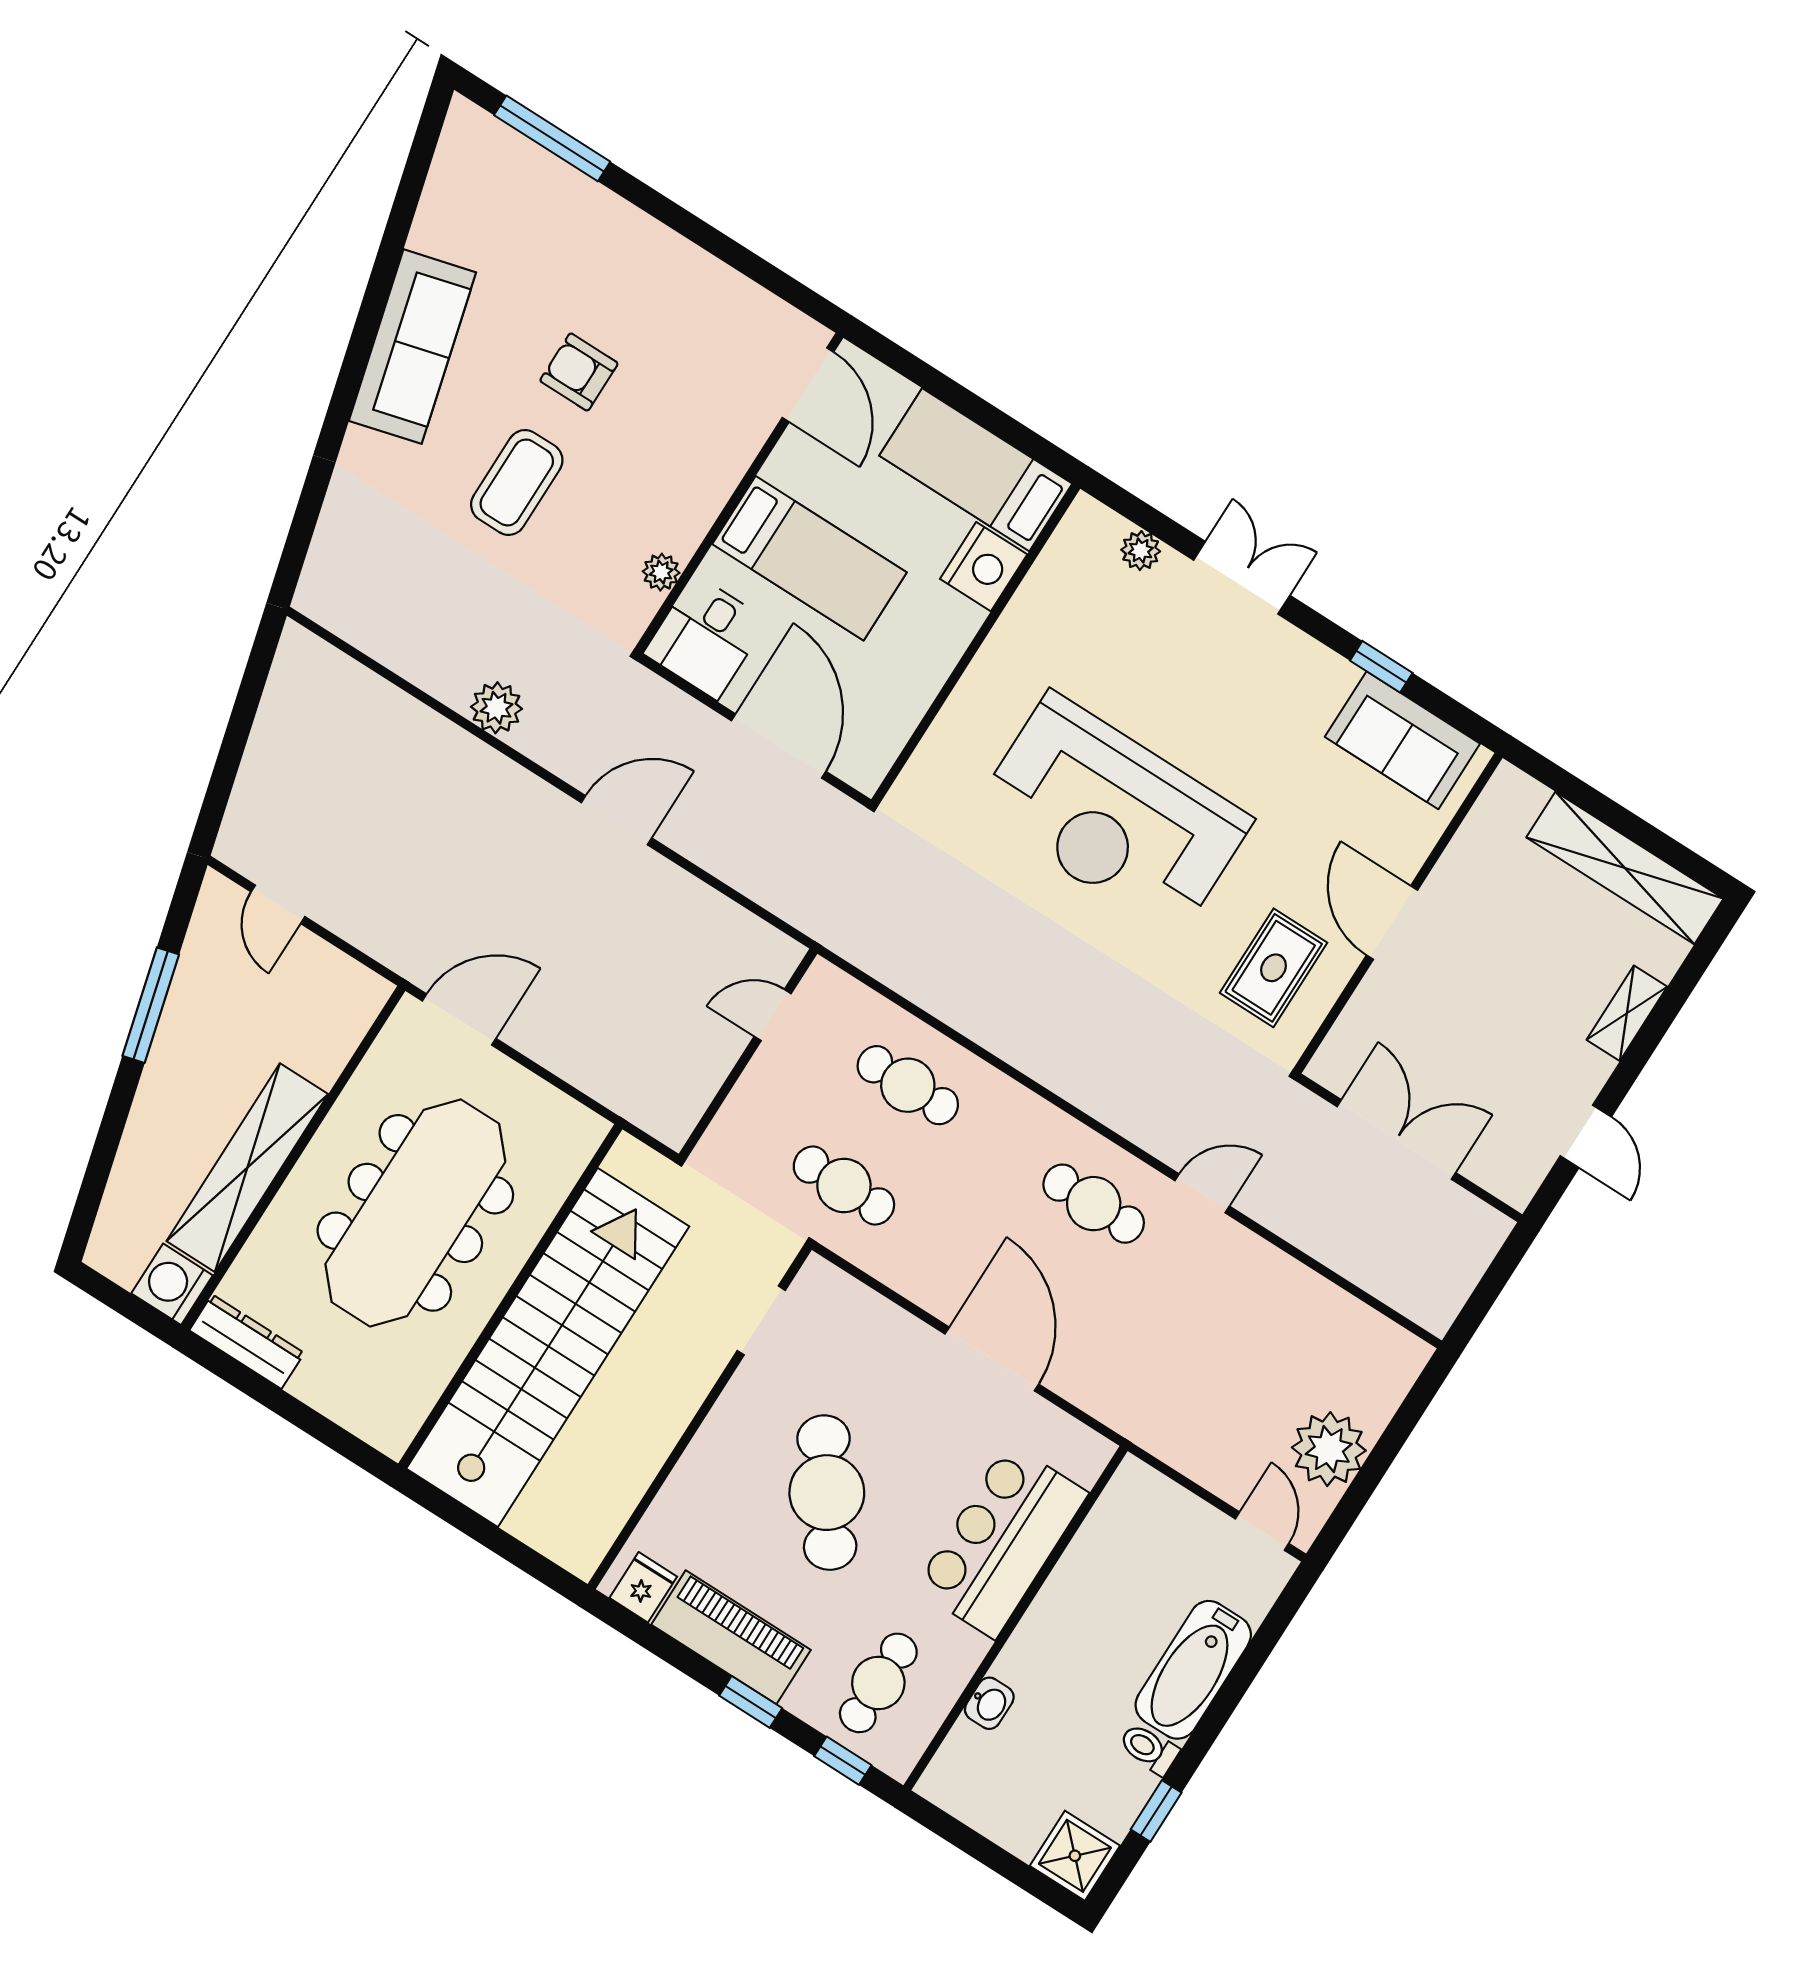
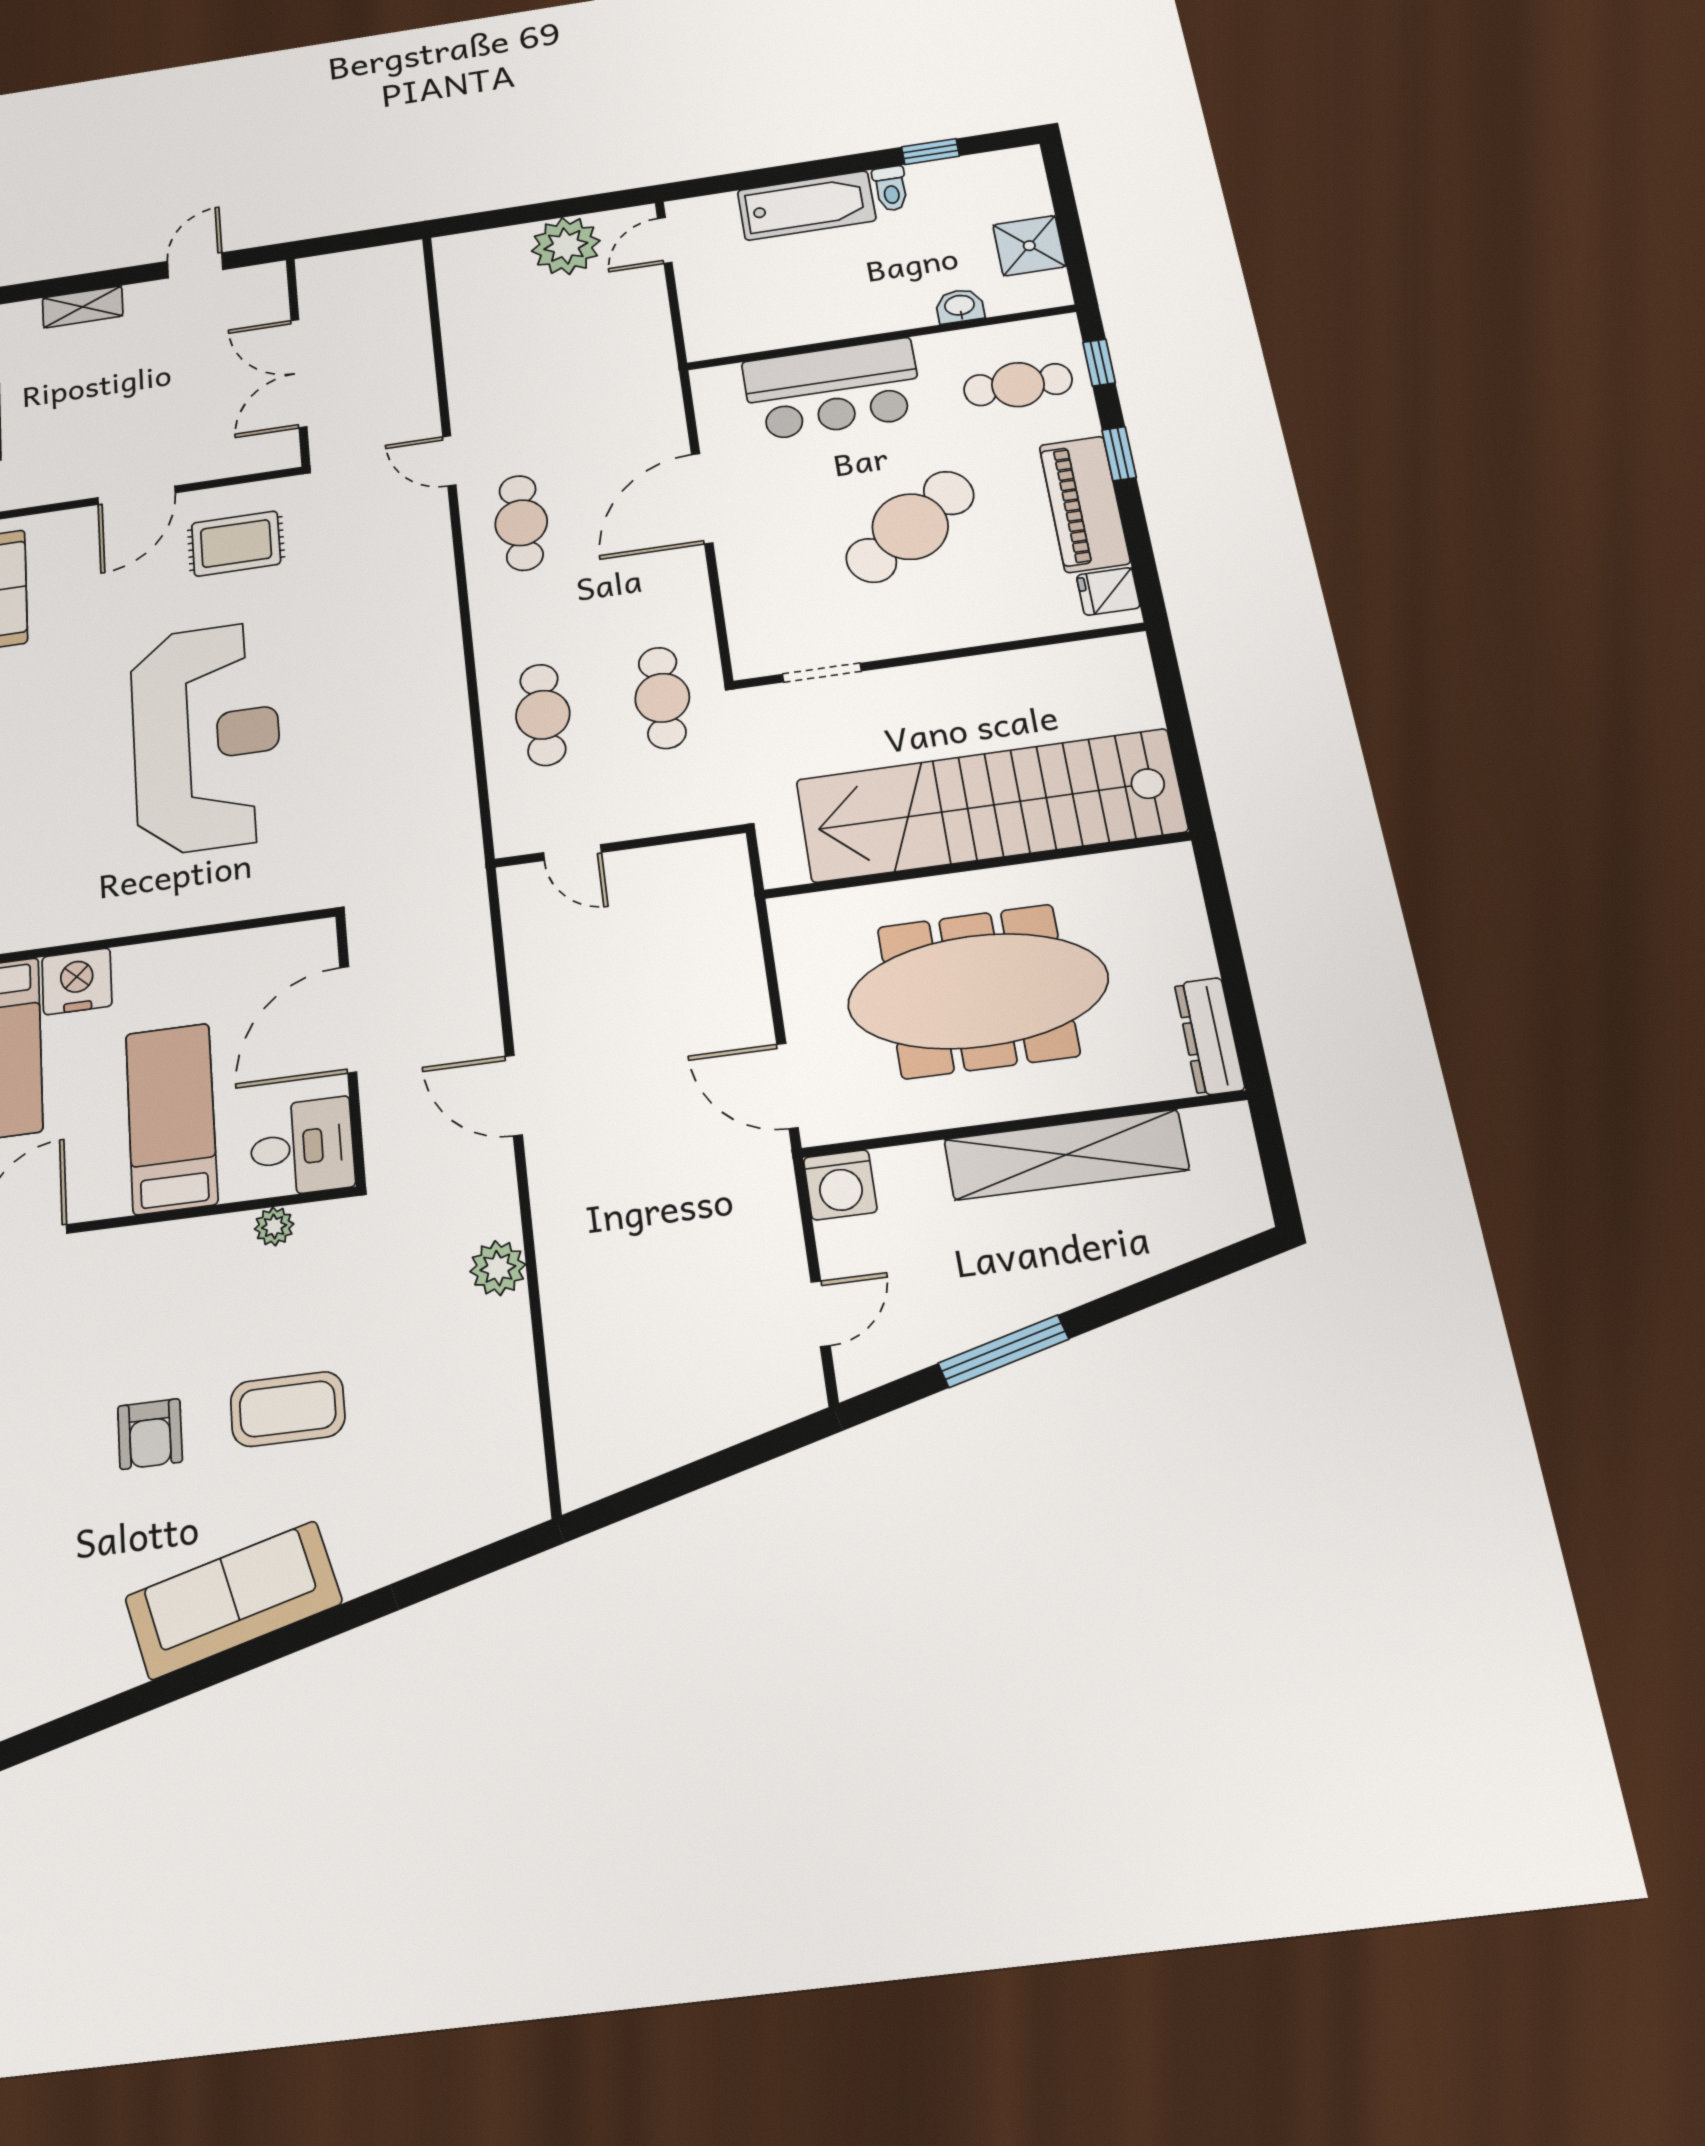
washing machine: (172, 1284) -> (840, 1185), moved
shower: (1075, 1856) -> (1029, 246), moved

